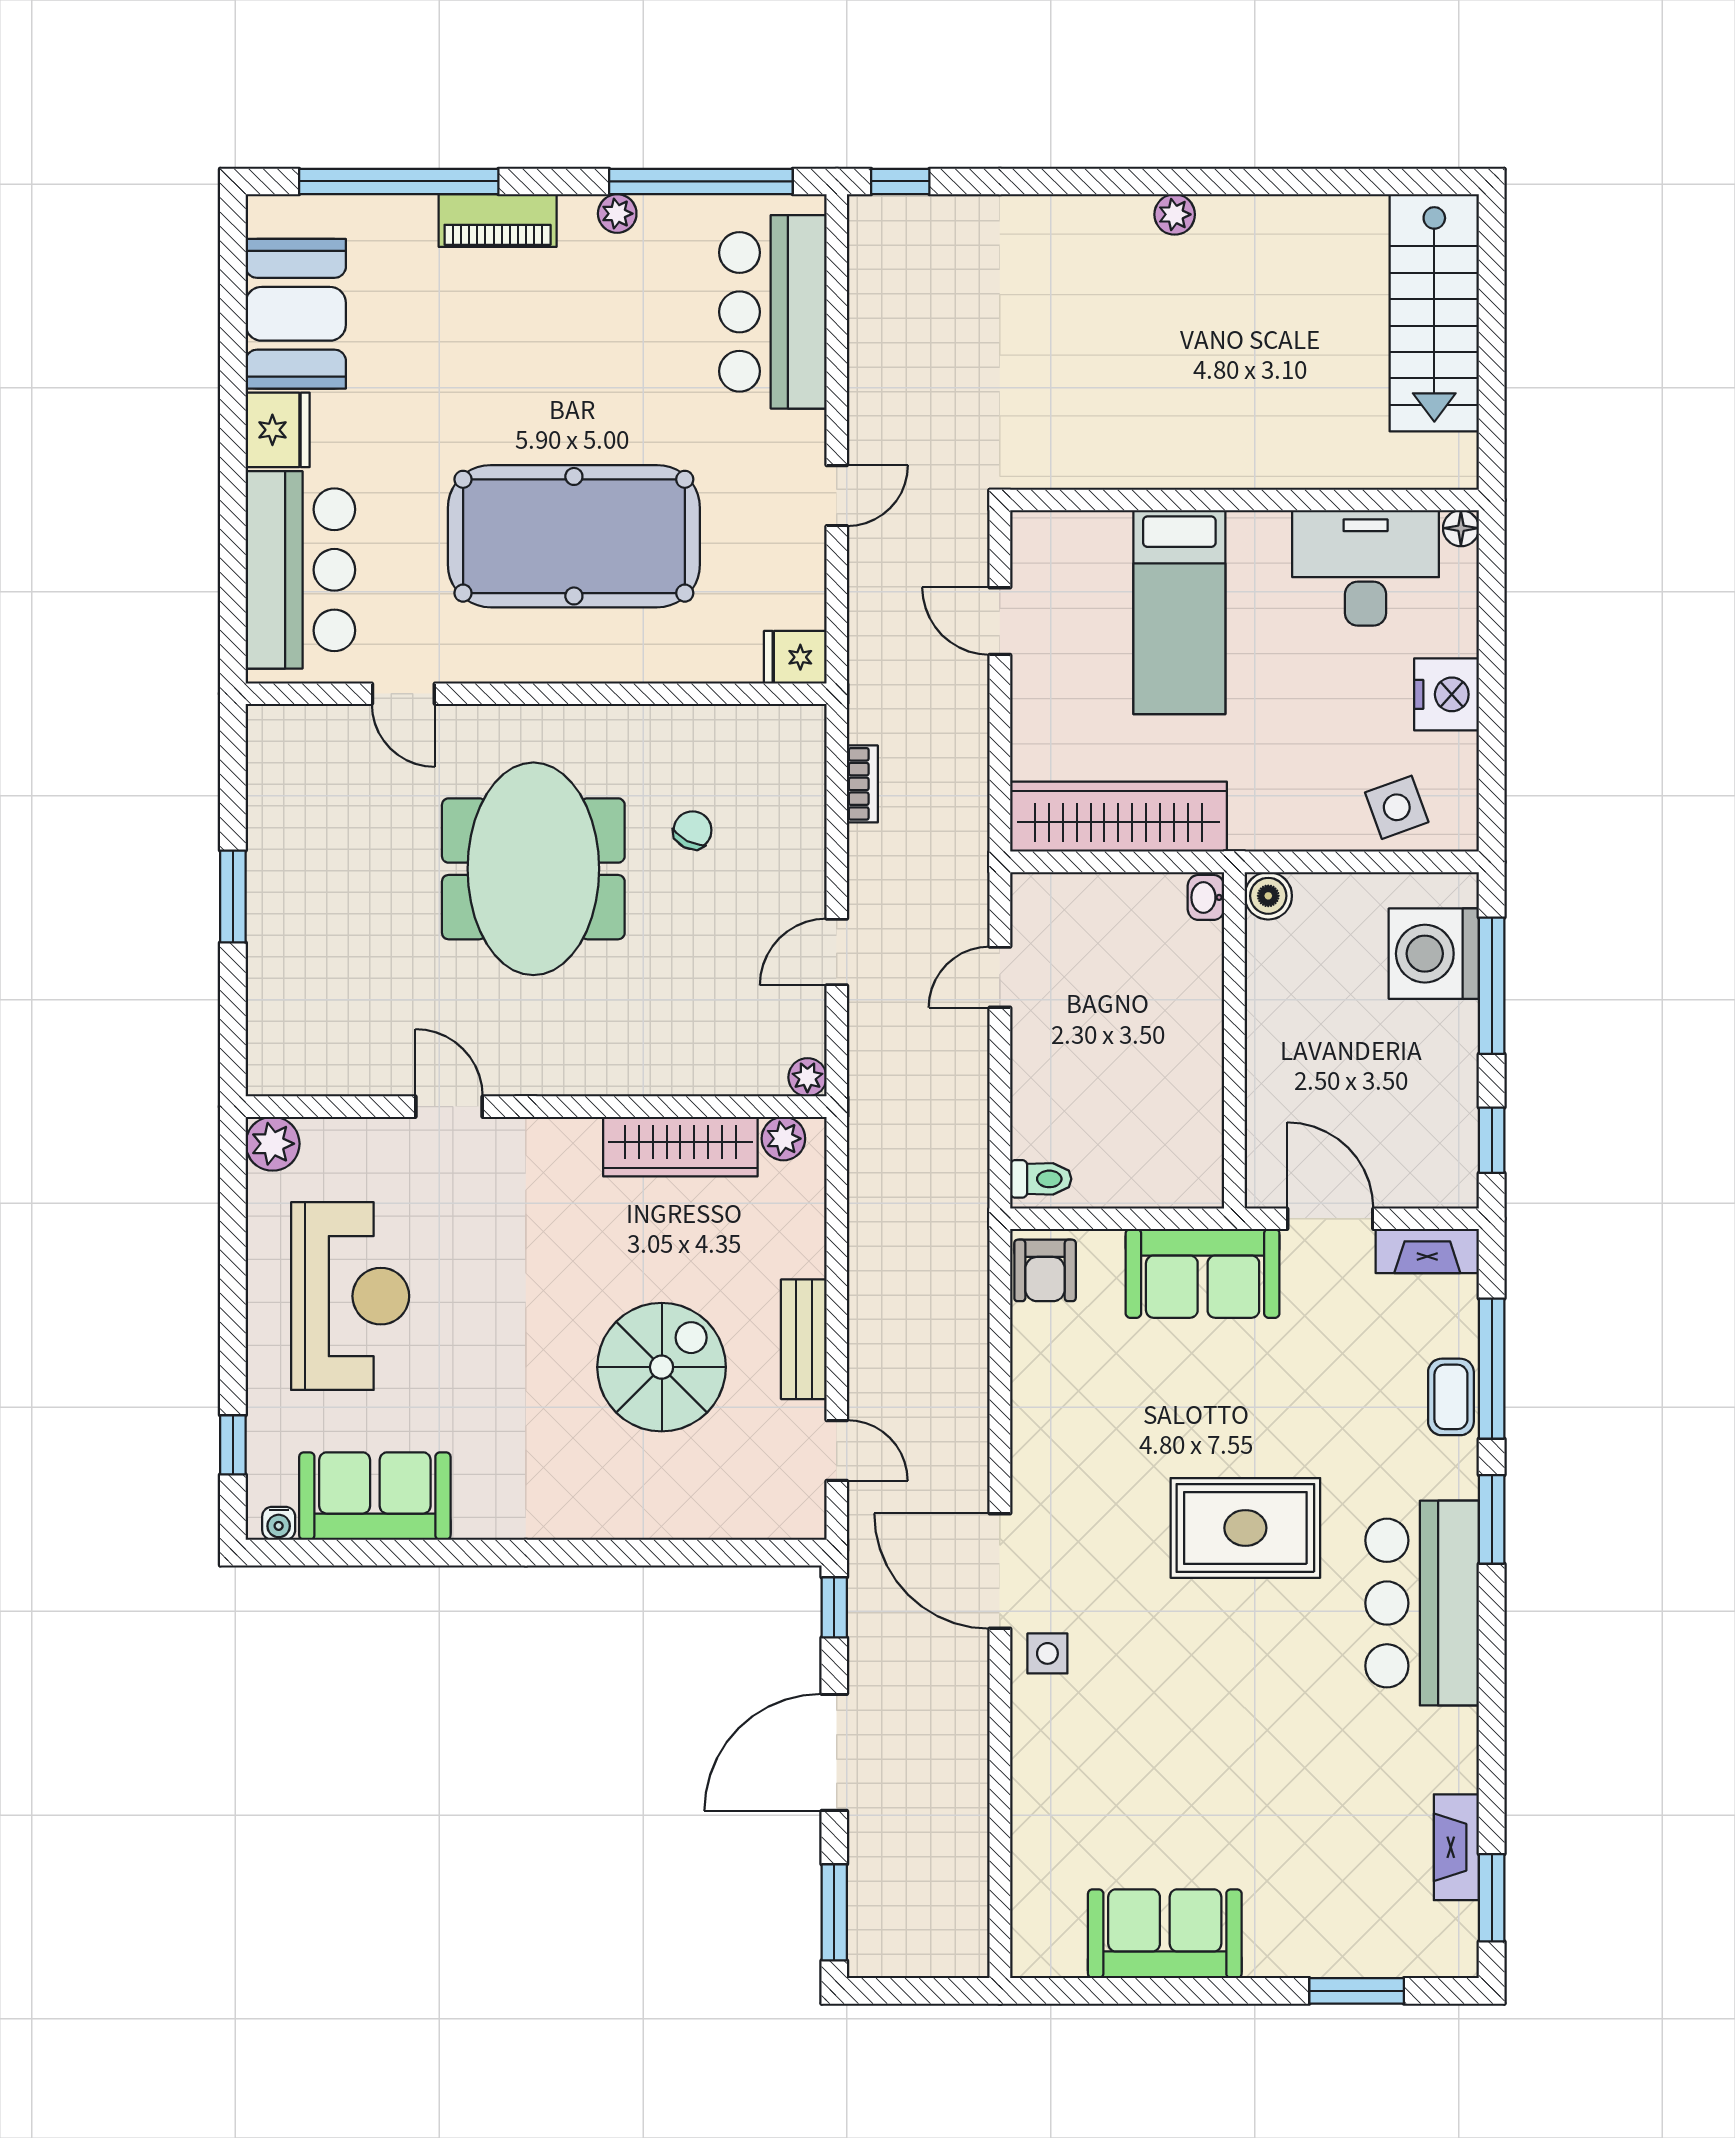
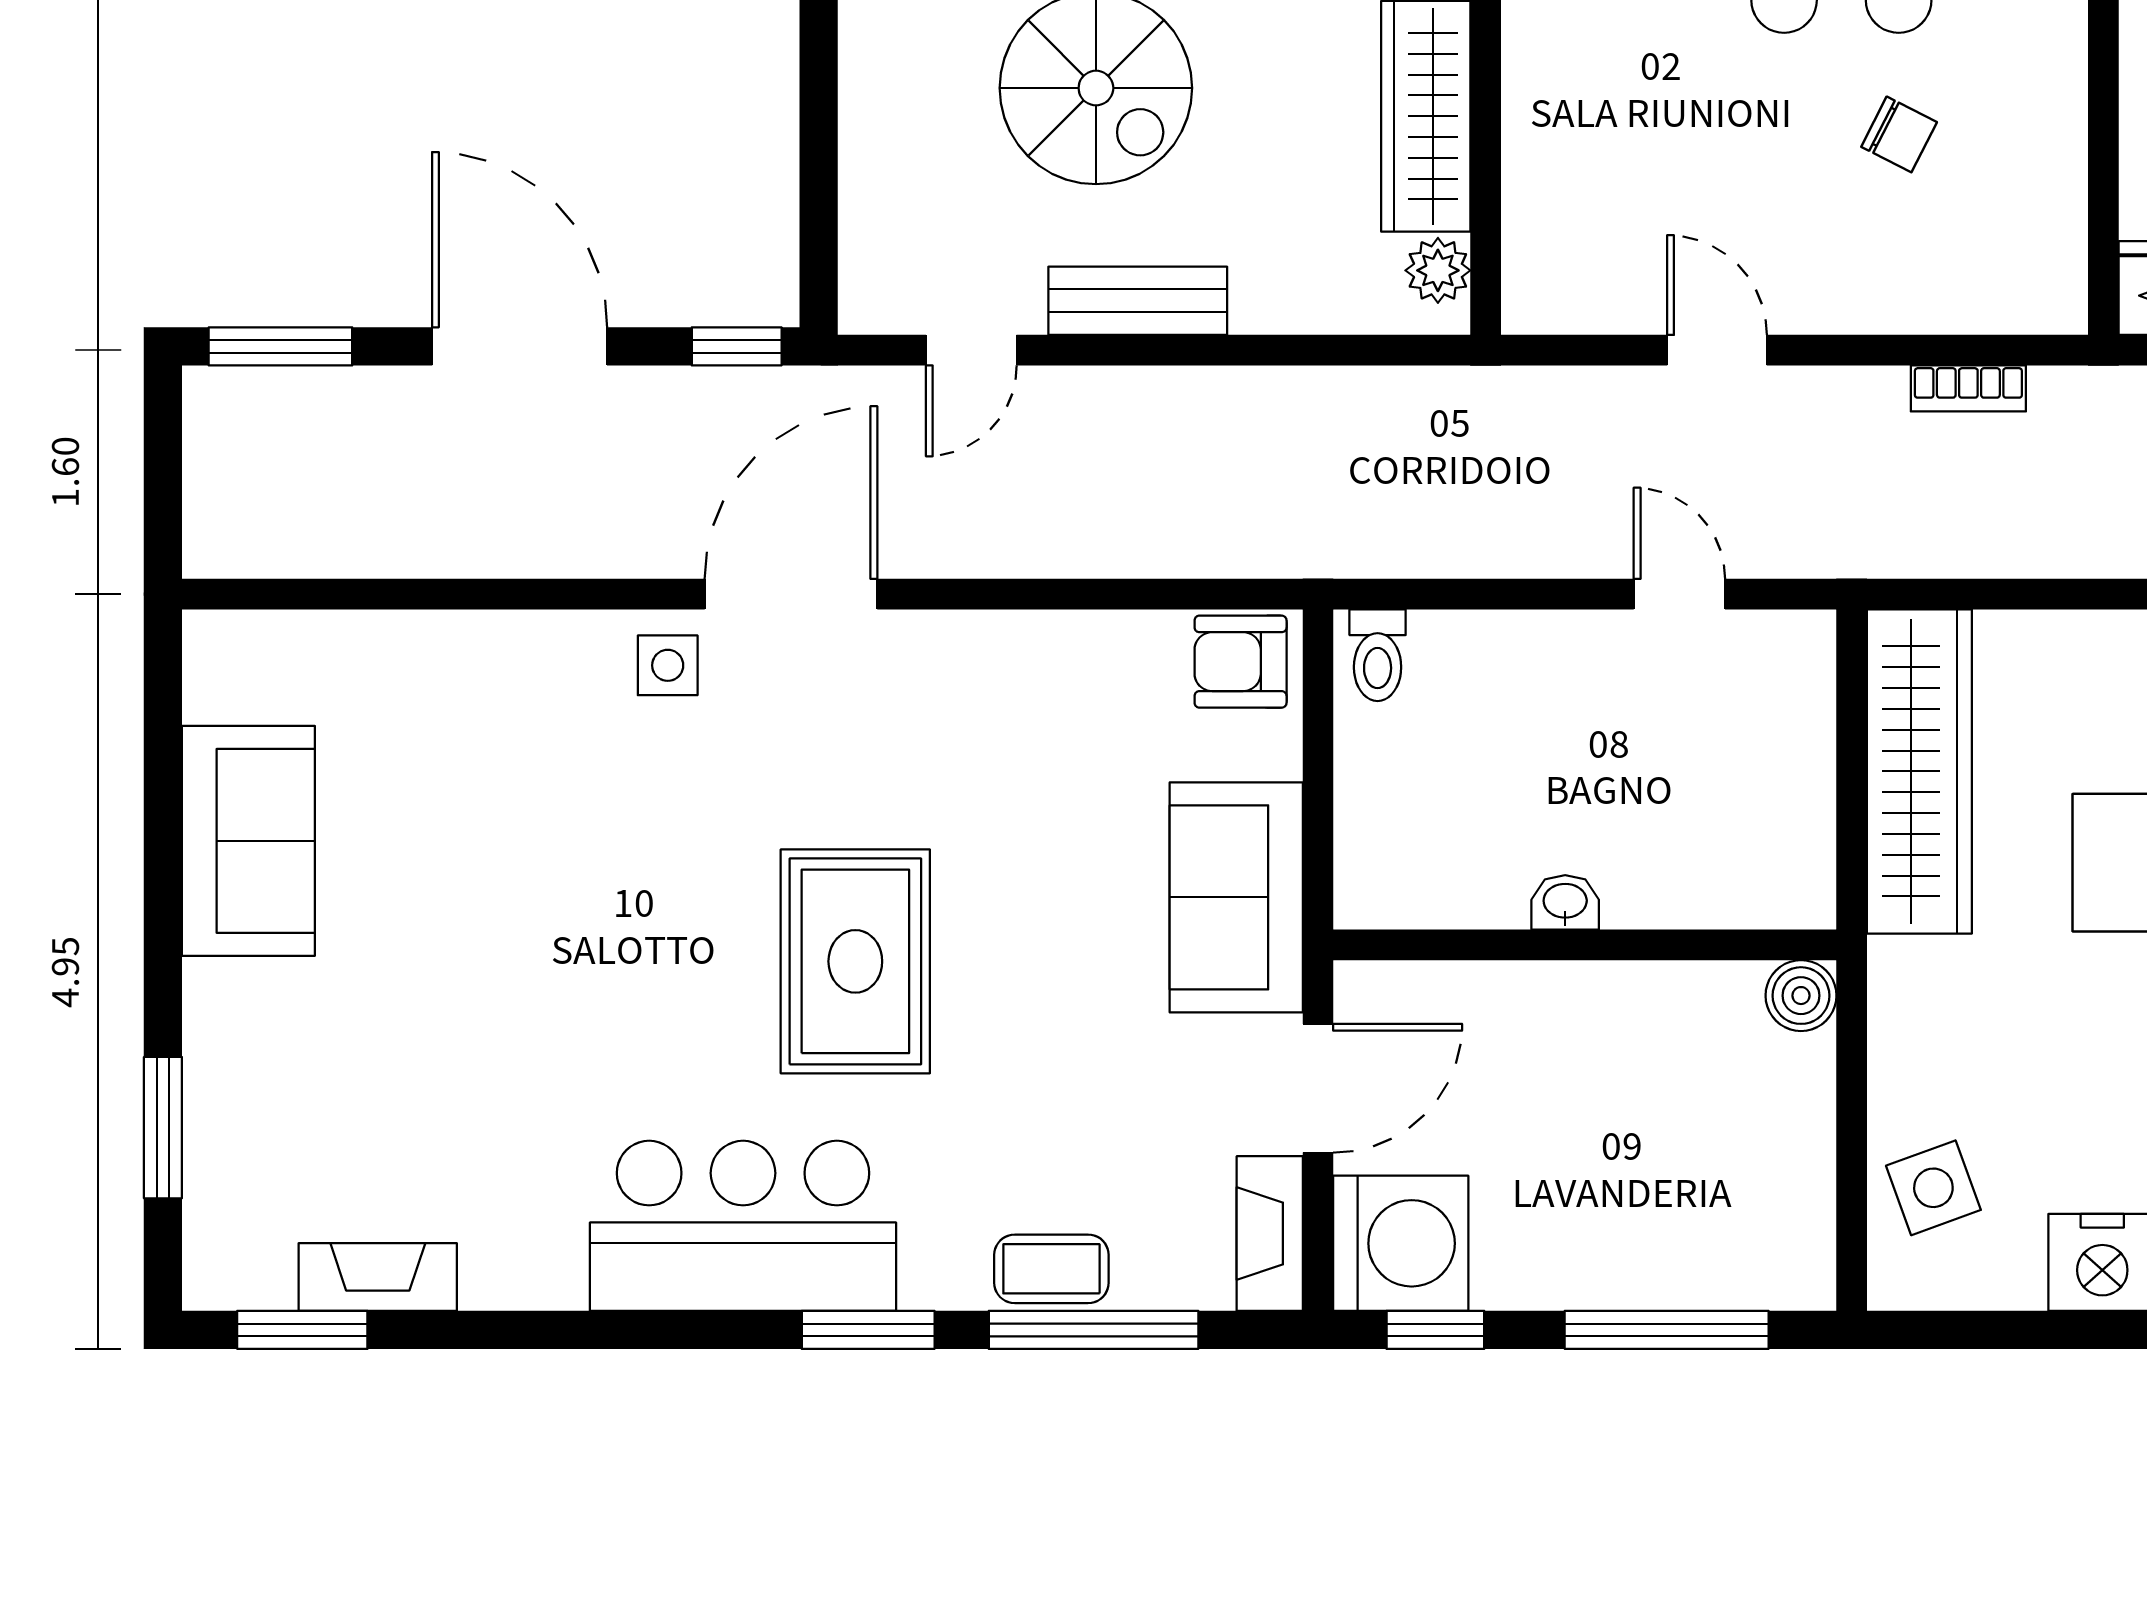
washbasin: (1206, 897) -> (1565, 902), moved
washing machine: (1434, 954) -> (1401, 1243), moved, turned 90
plant: (807, 1077) -> (1530, 306), removed

